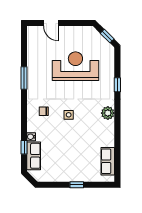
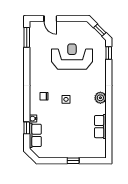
window: (24, 78) -> (27, 37), moved
window: (117, 85) -> (109, 53), moved
row of seats: (108, 161) -> (100, 127), moved

